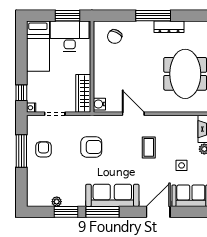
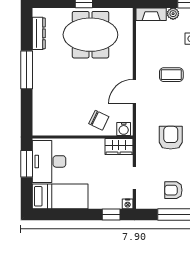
dresser: (169, 27) -> (39, 33), moved
chair: (115, 37) -> (99, 120), moved
wardrobe: (83, 93) -> (119, 146), width x0.67

